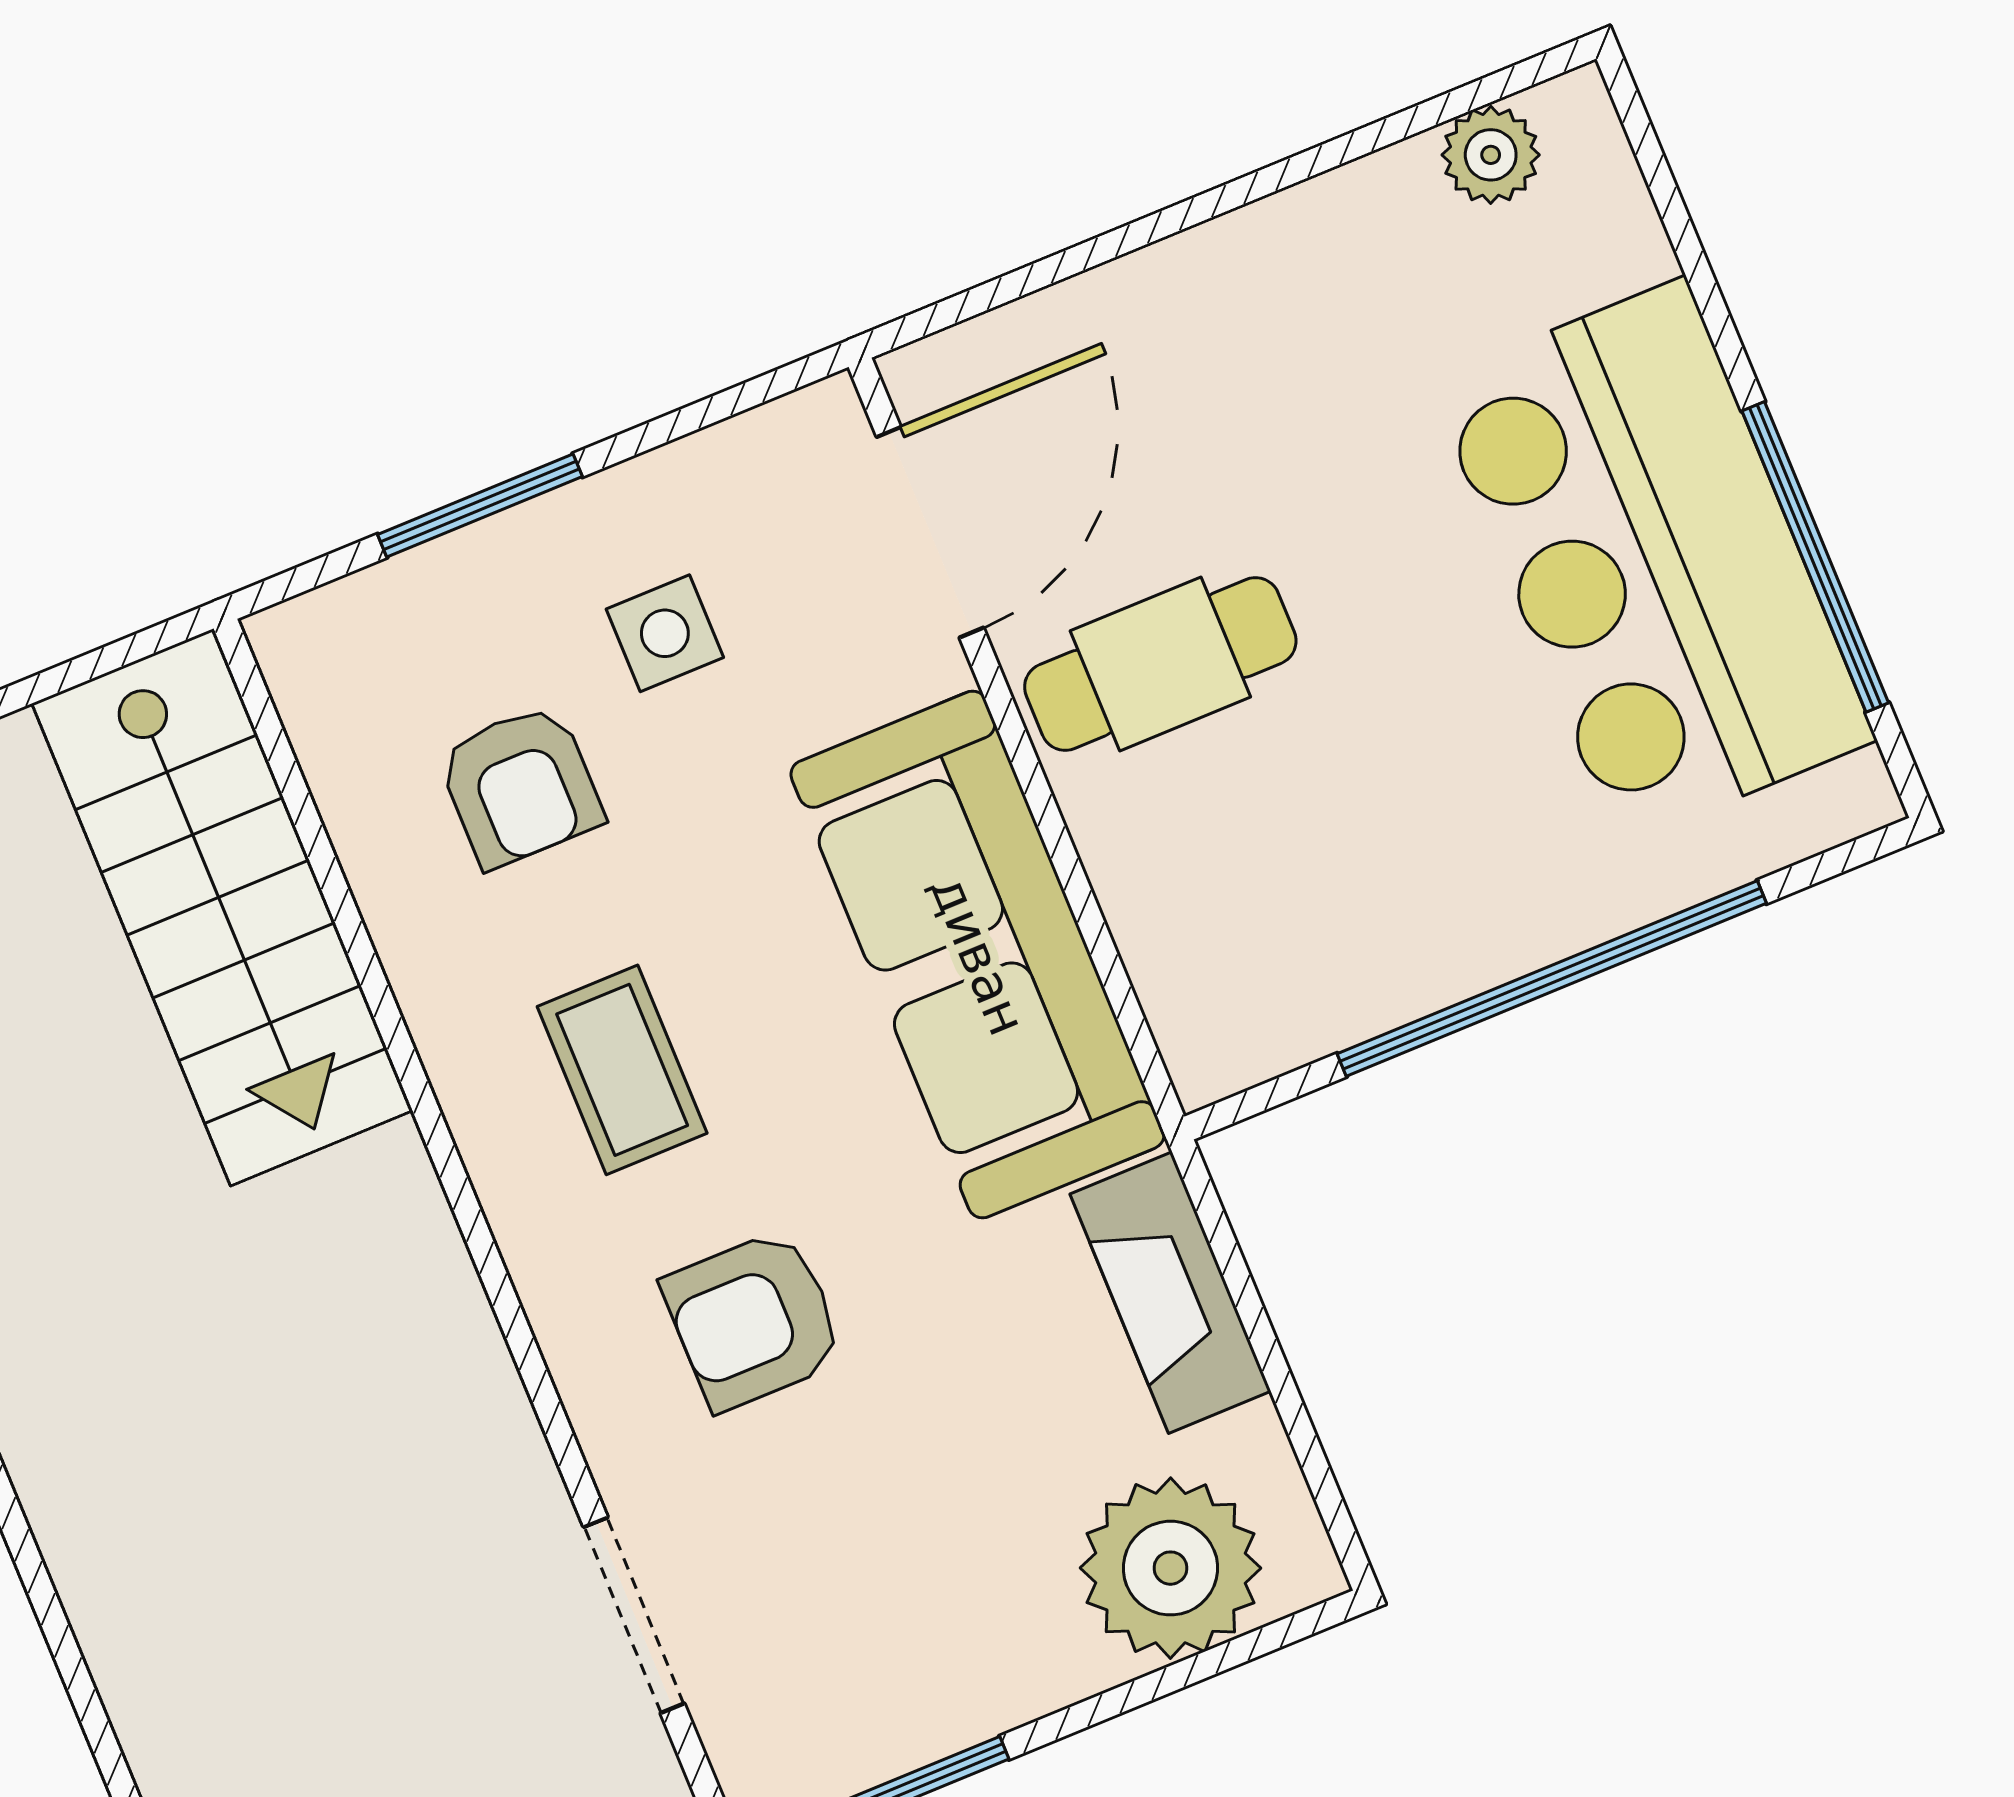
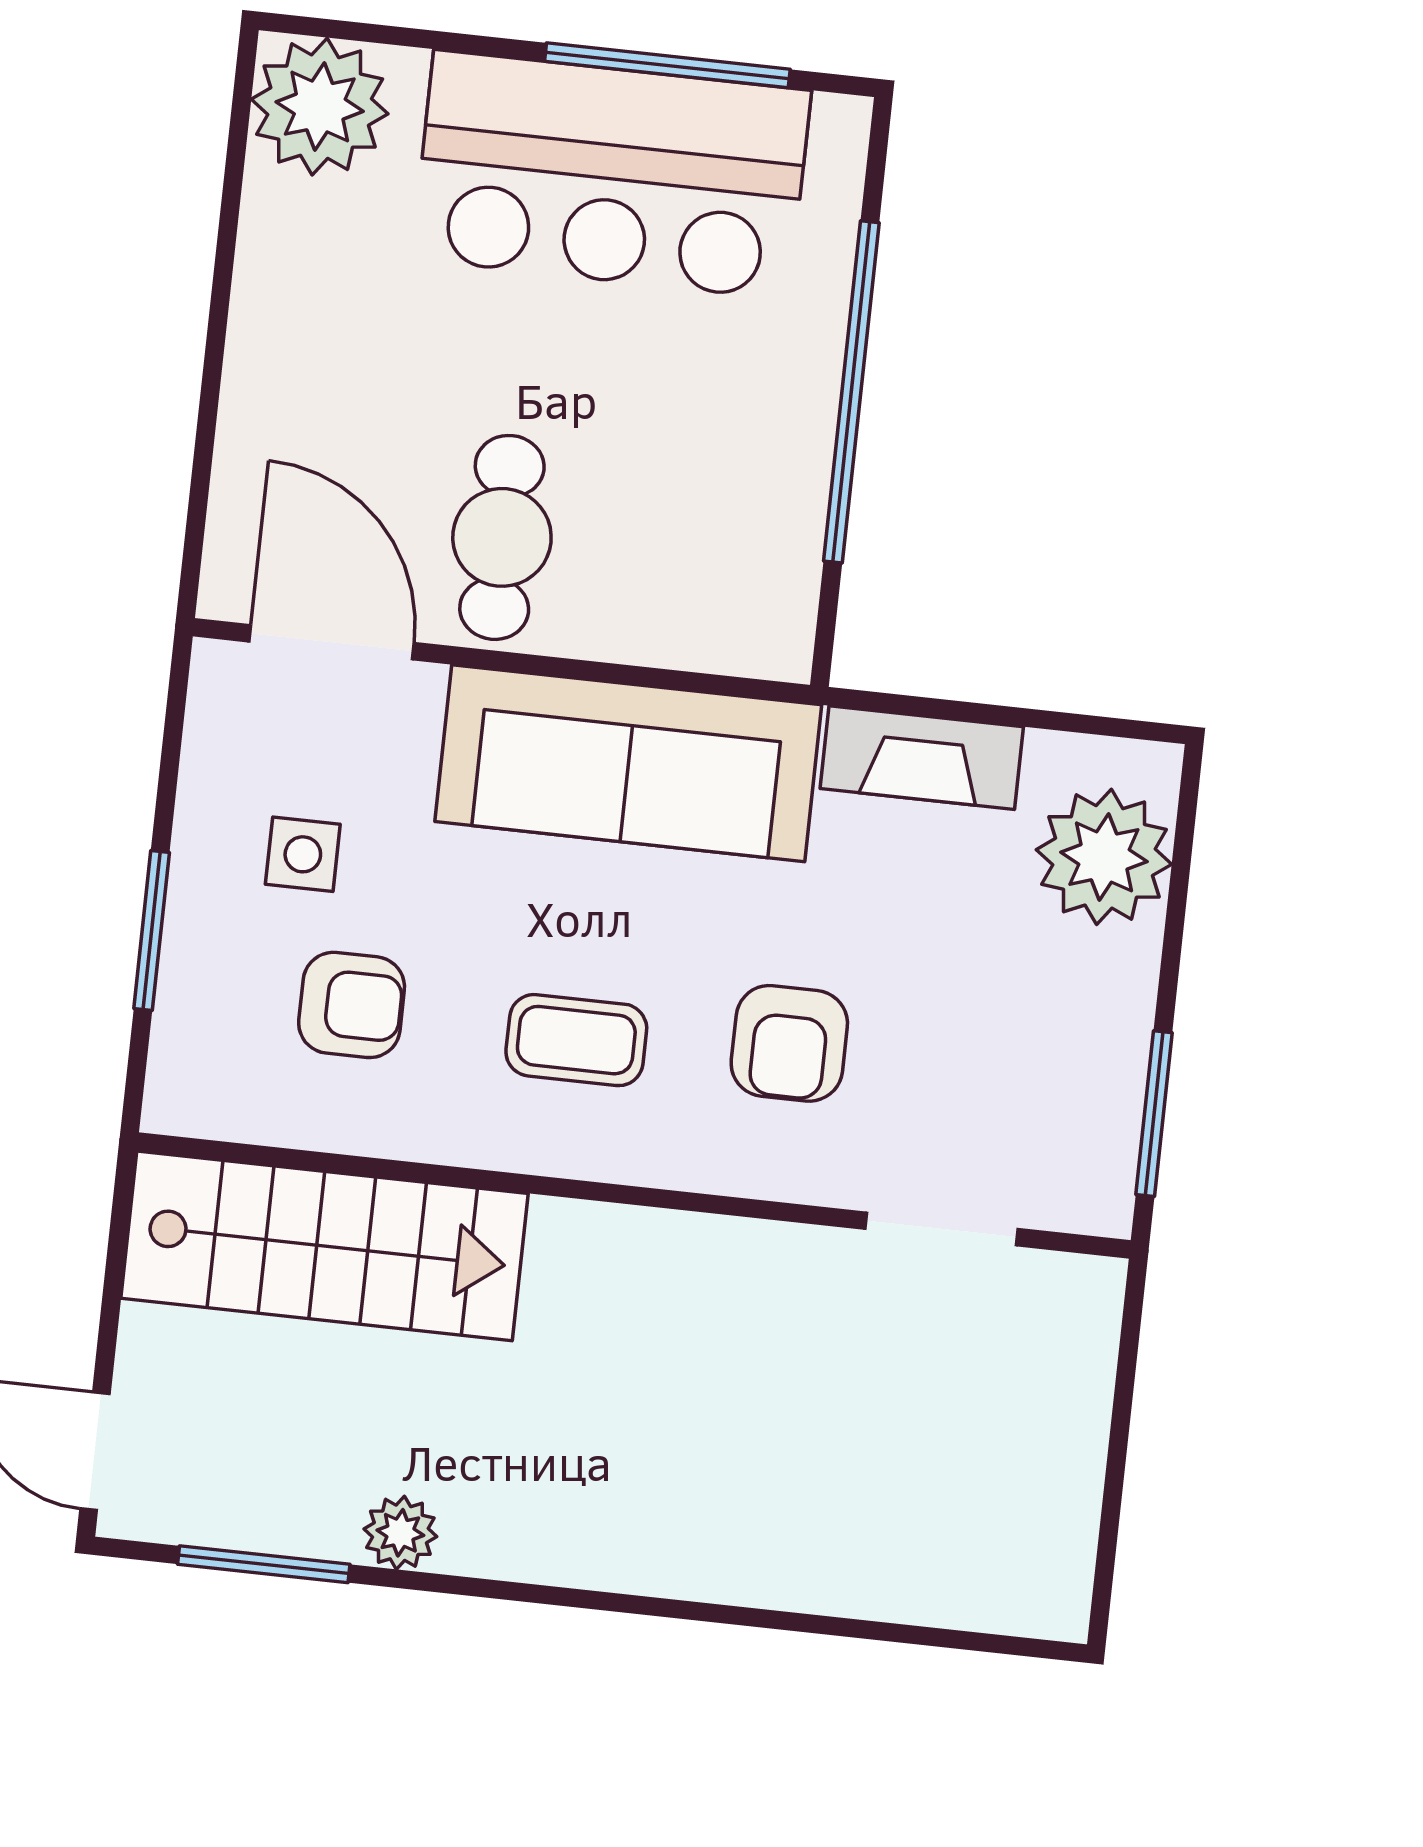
plant: (1491, 155) -> (320, 107), width x1.88, depth x1.88

